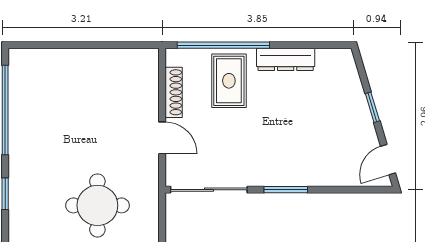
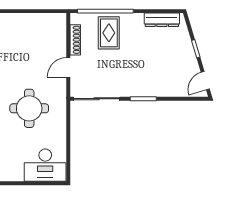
dresser: (286, 59) -> (162, 20), moved
door: (162, 138) -> (68, 67), swing flipped

